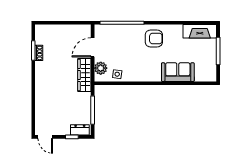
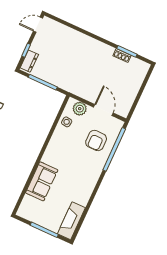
armchair: (154, 38) -> (96, 140), moved
wardrobe: (84, 75) -> (80, 90), removed

